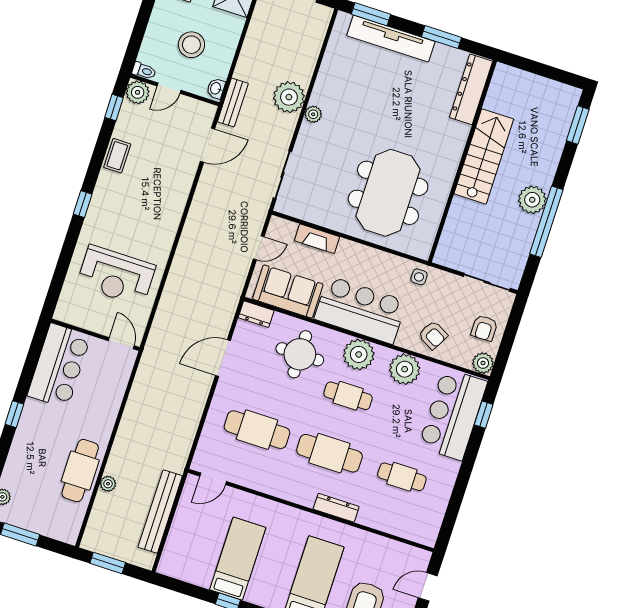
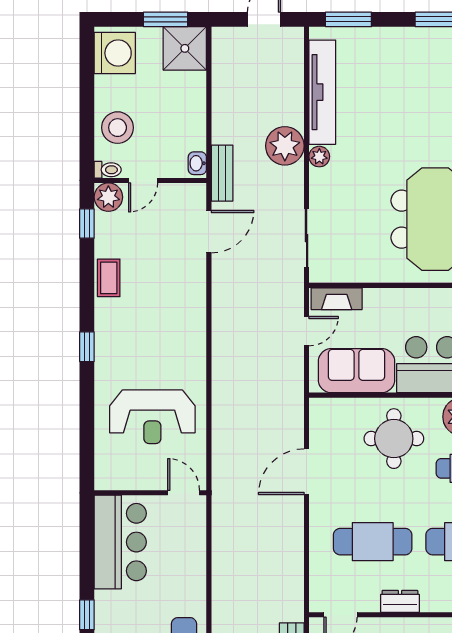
tv unit: (391, 39) -> (322, 92), moved, turned -90
stool: (191, 45) -> (118, 128), moved
fireplace: (317, 239) -> (337, 299), moved
dresser: (256, 314) -> (400, 601), moved, turned 180

